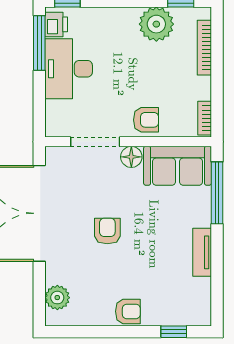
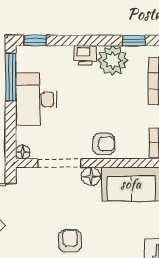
printer: (56, 24) -> (85, 55), moved, turned 90
floor lamp: (53, 129) -> (23, 152), added

